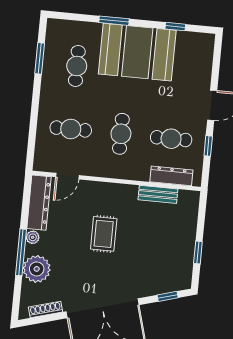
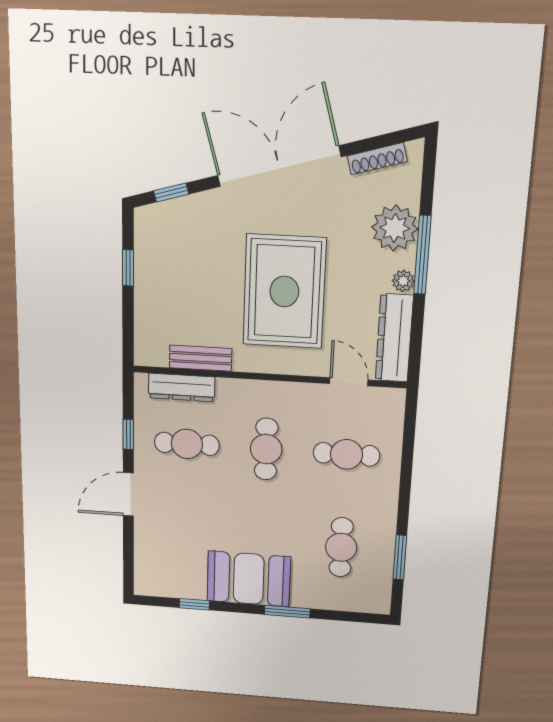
booth: (137, 52) -> (249, 579), width x0.73, depth x0.70
door: (67, 176) -> (349, 382), hinge flipped
rug: (104, 234) -> (284, 292), width x1.86, depth x2.06

